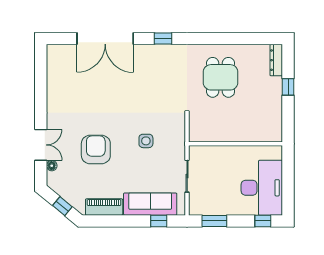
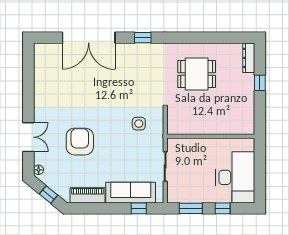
dining table: (221, 77) -> (197, 74), turned 90
side table: (146, 141) -> (139, 124), moved
floor lamp: (52, 166) -> (39, 170), moved
window: (263, 221) -> (223, 208), moved

